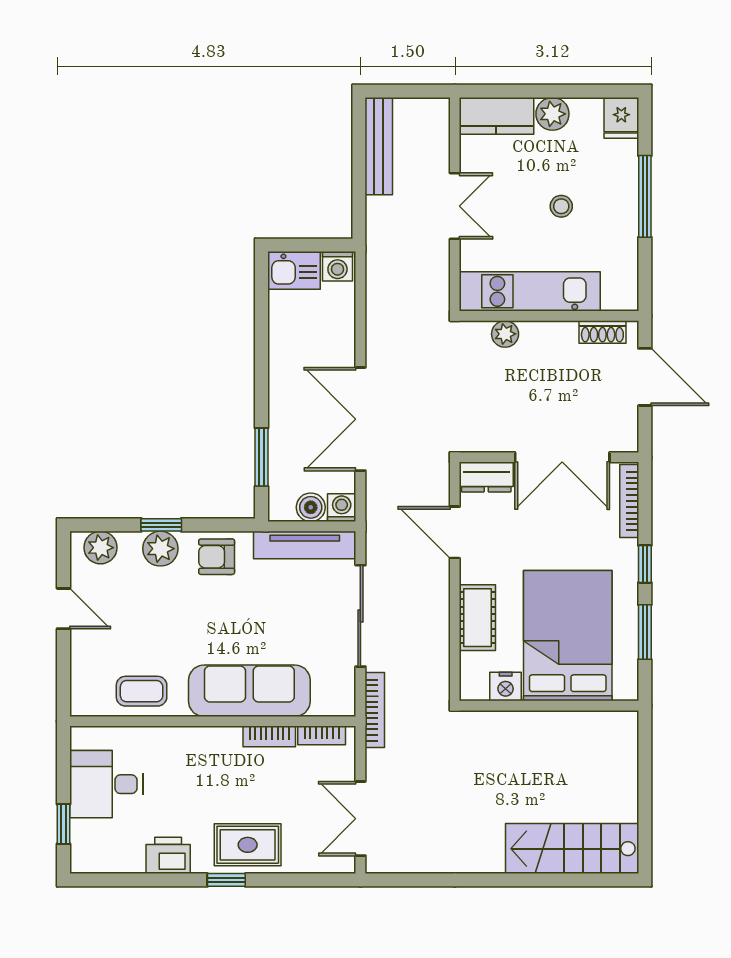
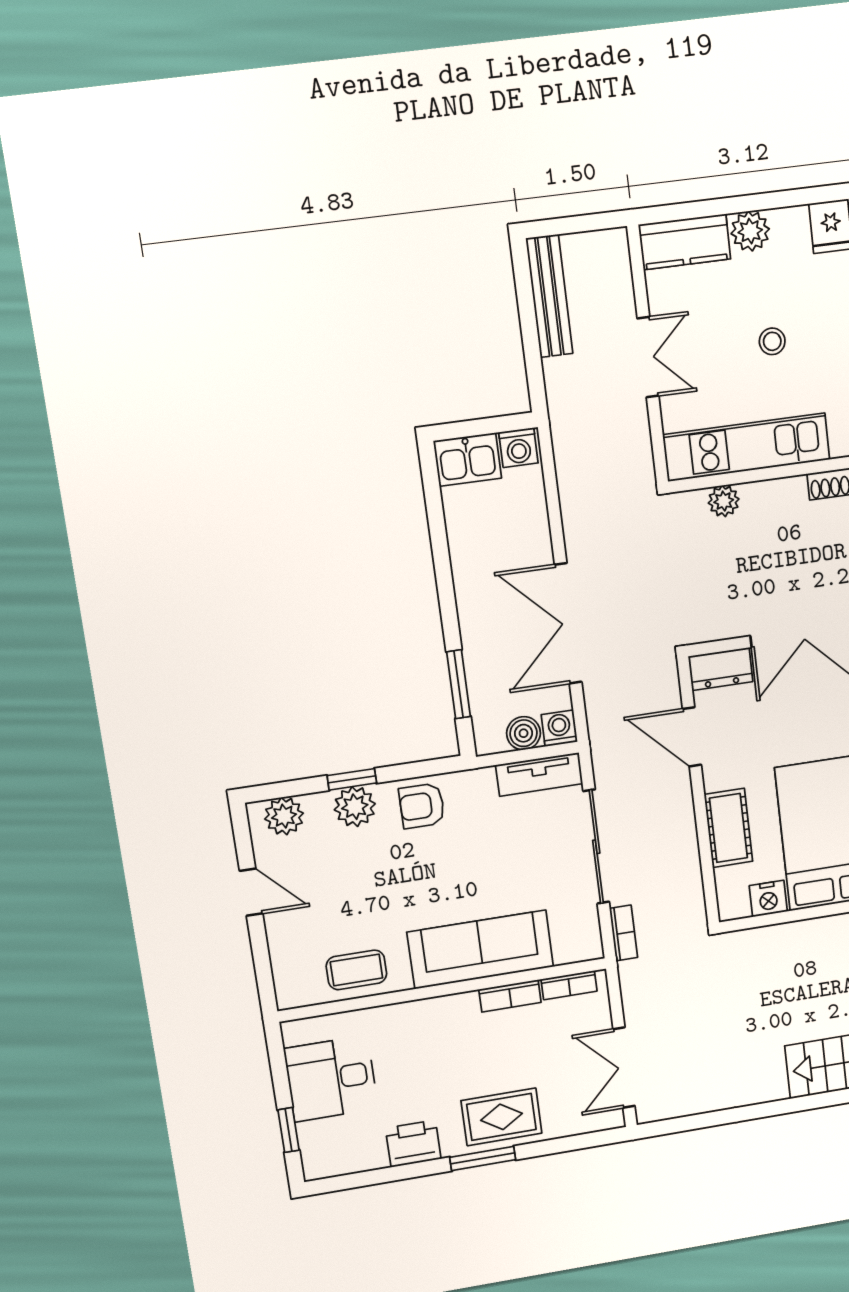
tv unit: (305, 545) -> (539, 774), width x0.71
bookcase: (375, 710) -> (624, 933), width x0.64
window: (226, 880) -> (483, 1158), width x1.50

